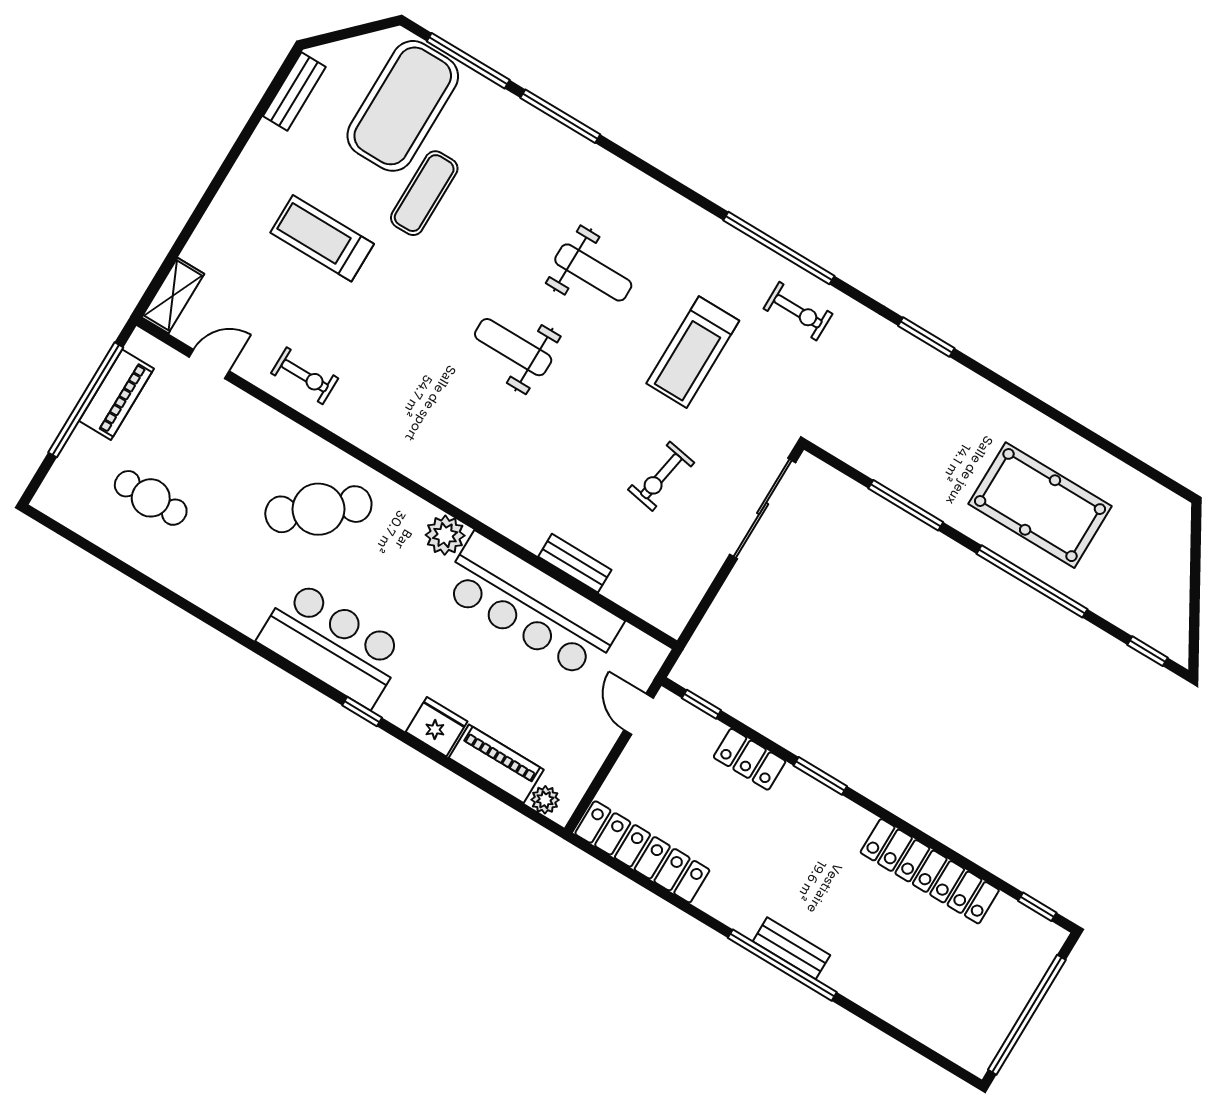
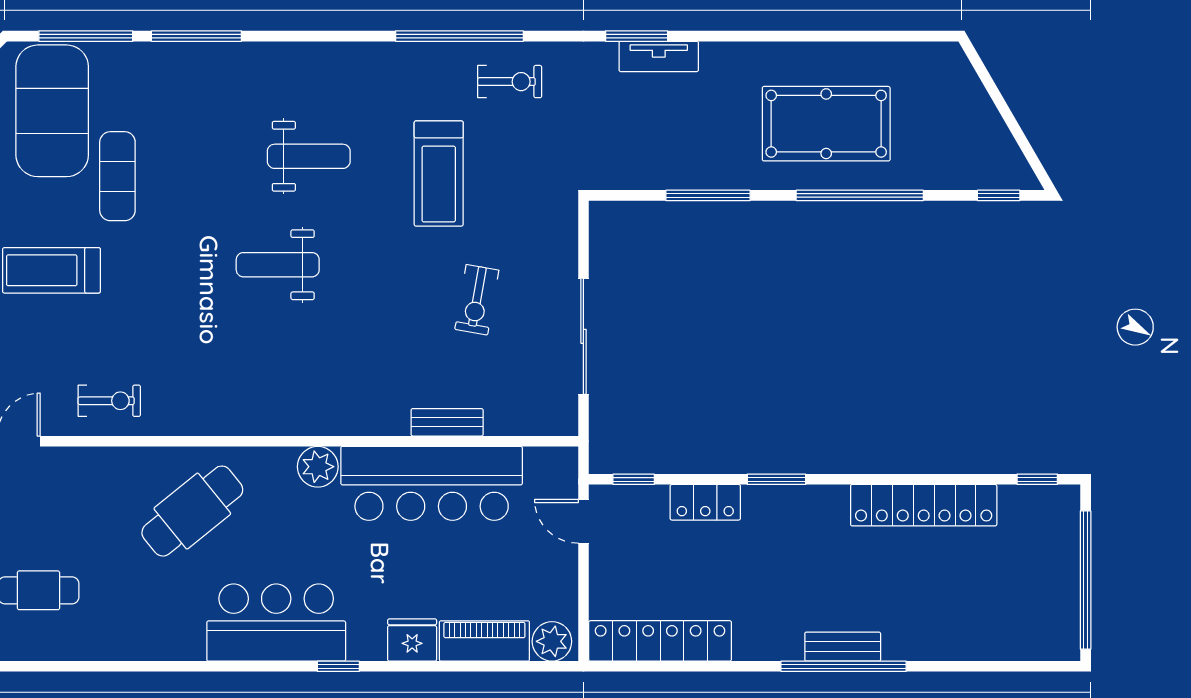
tv unit: (935, 365) -> (659, 56), added
sliding door: (763, 509) -> (583, 336), moved
plant: (545, 800) -> (552, 641), width x1.38, depth x1.38

